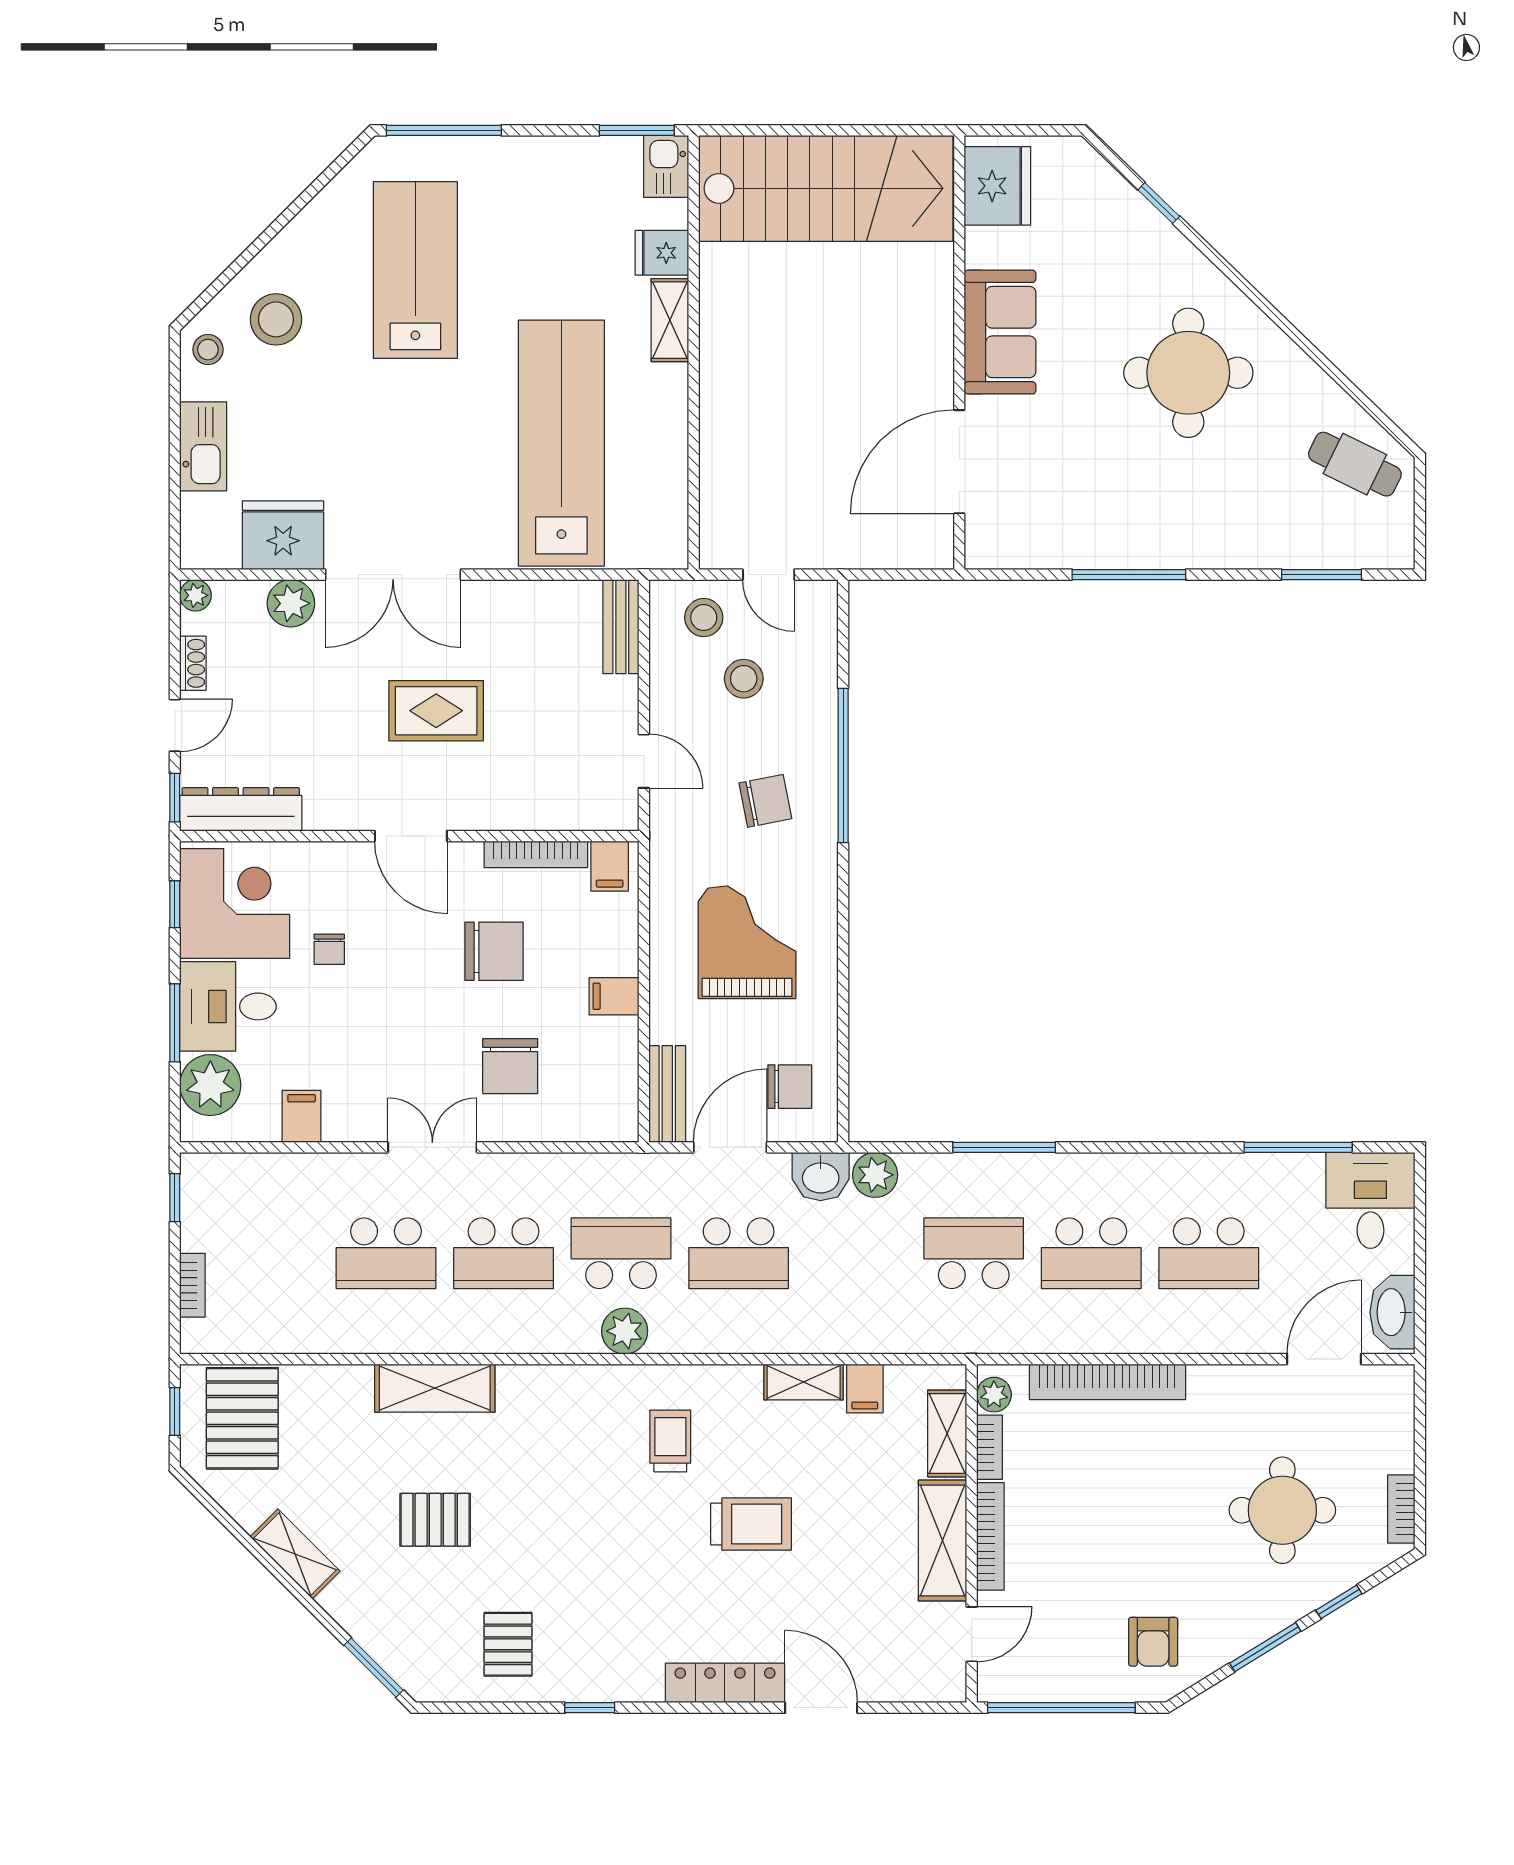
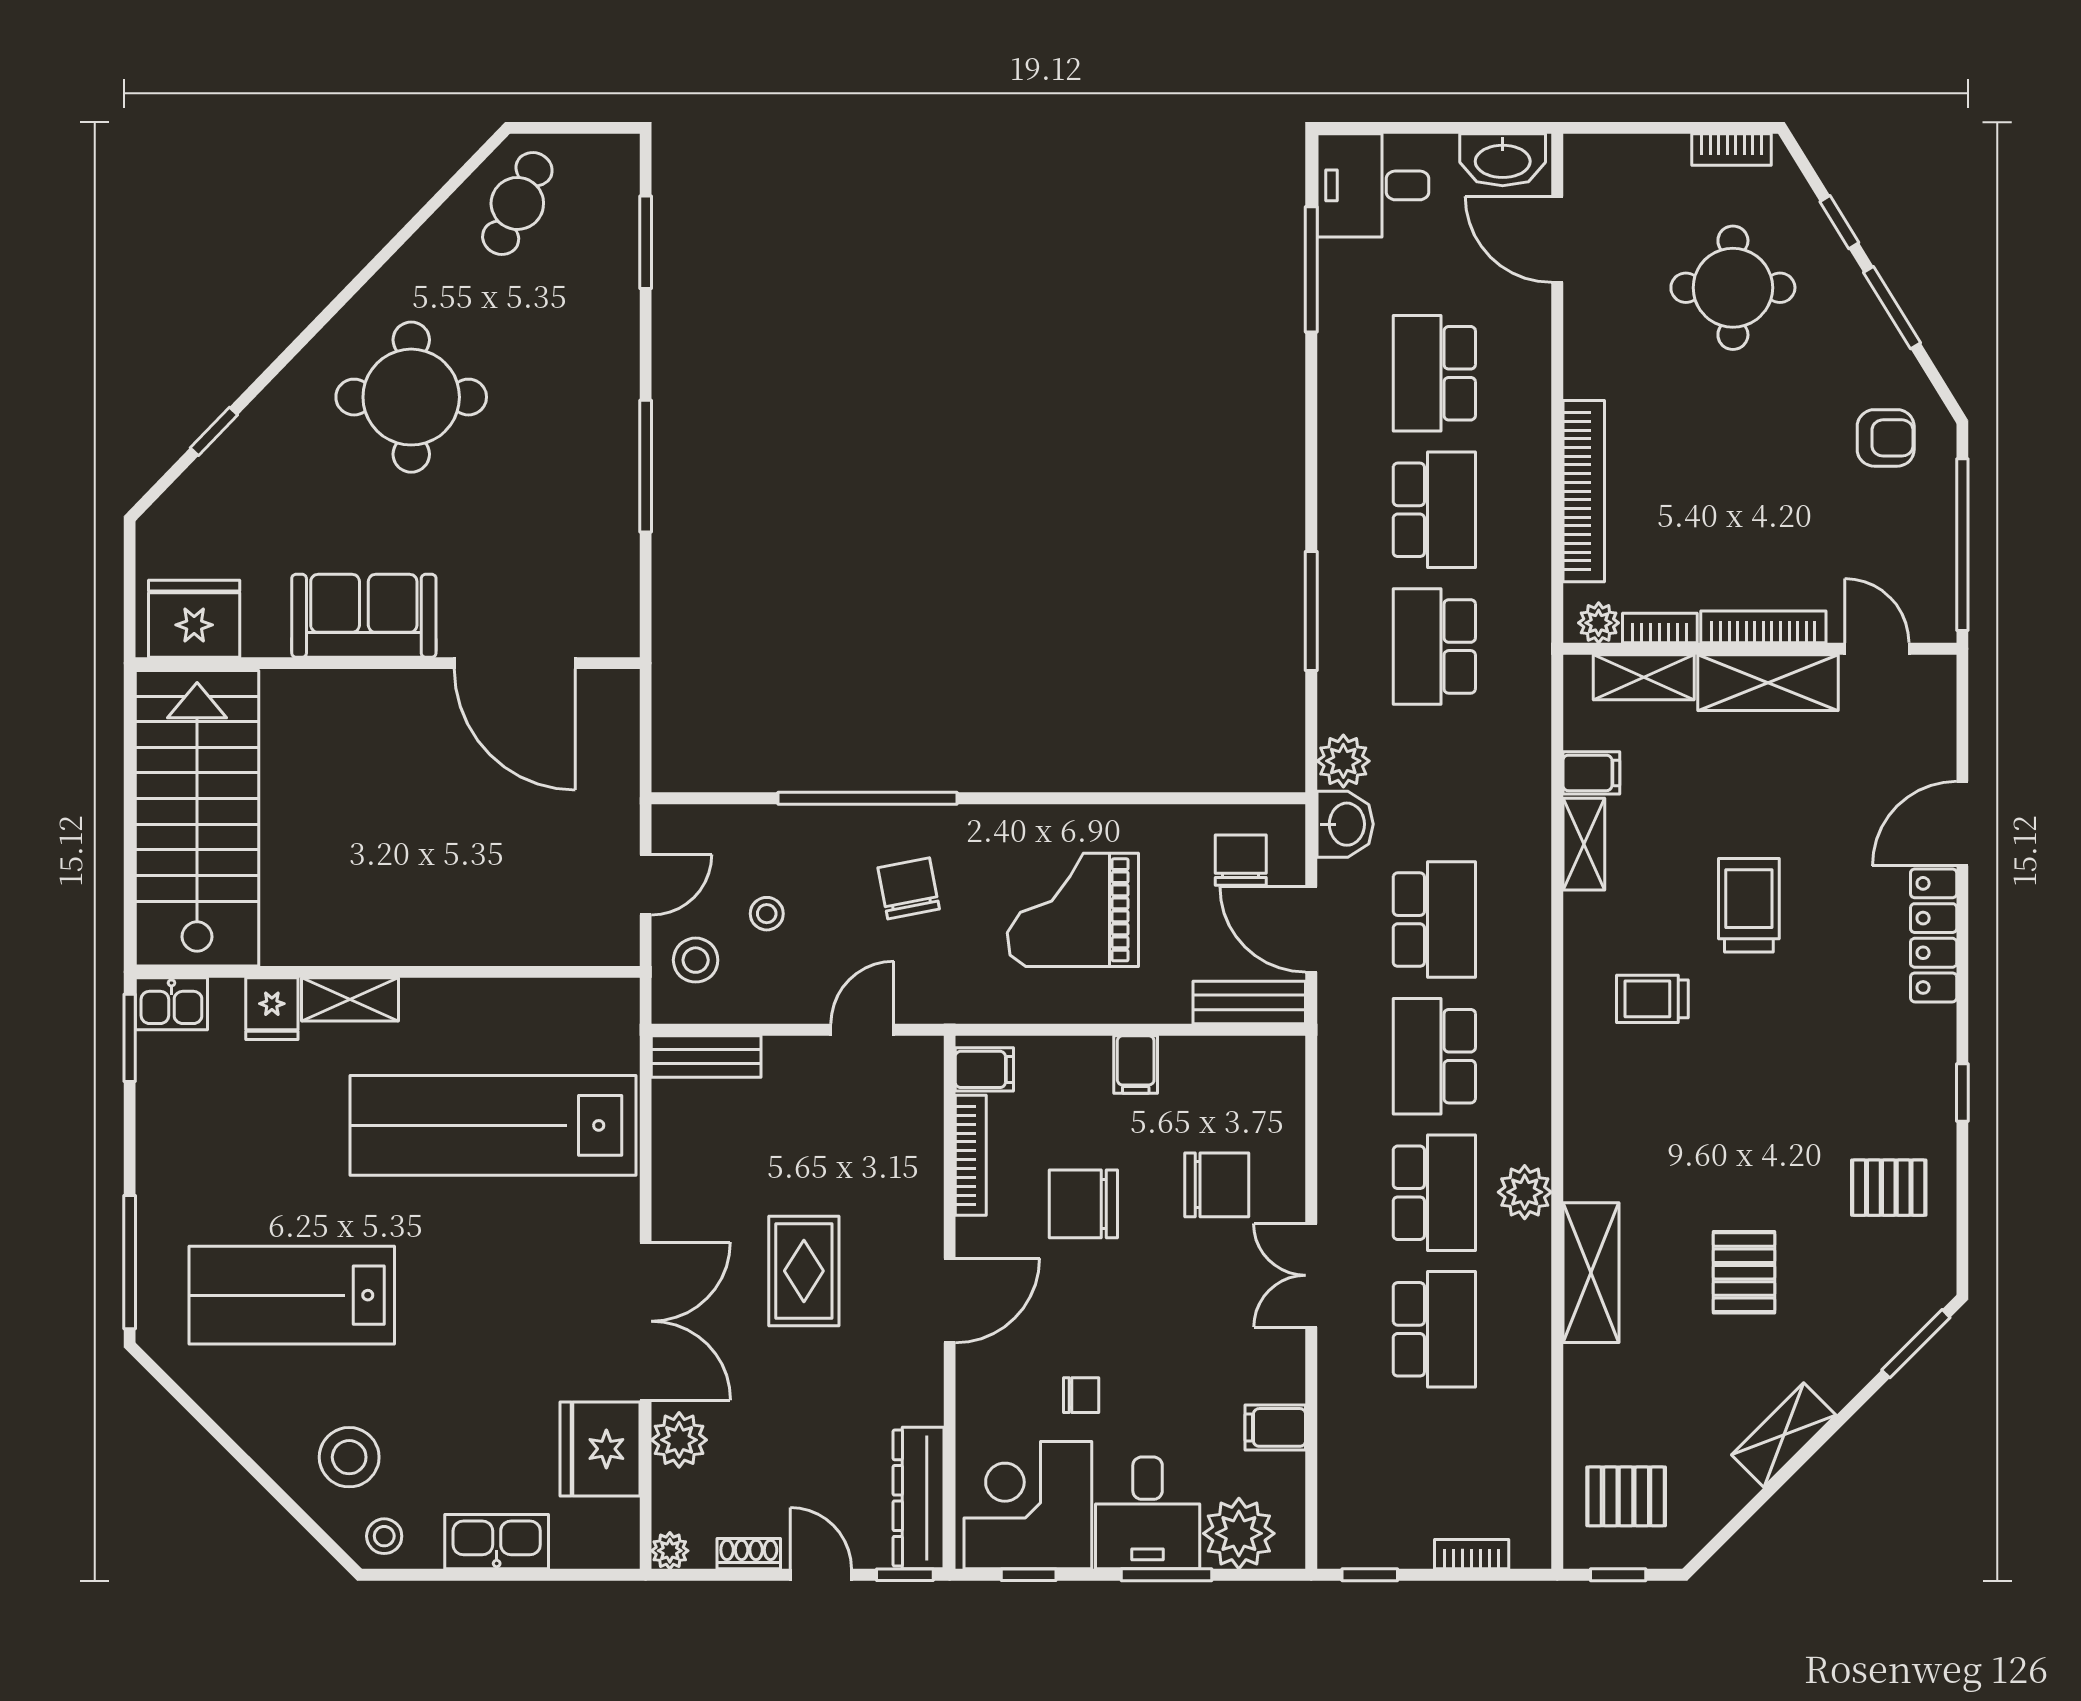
stool: (744, 679) -> (767, 914), width x0.73, depth x0.73
chair: (494, 951) -> (1083, 1204), turned -90
school desk: (1209, 1253) -> (1434, 373), turned 180
plant: (625, 1331) -> (1525, 1192), moved
pallet: (242, 1418) -> (1626, 1496), width x0.67, depth x0.71

